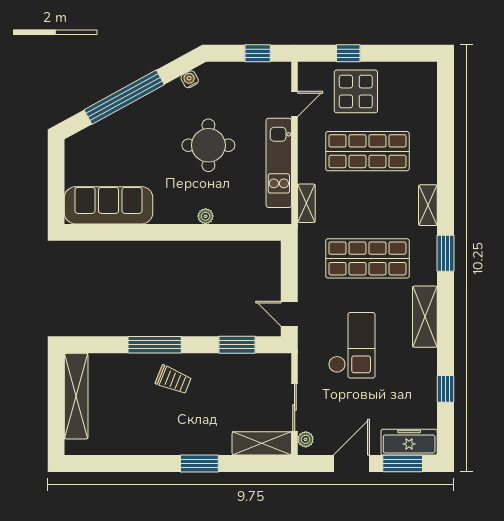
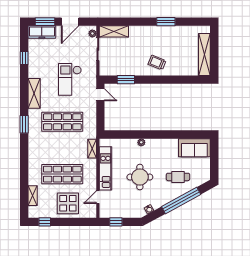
window: (348, 53) -> (45, 222), moved
cafe table: (130, 145) -> (178, 177), added
sofa: (109, 205) -> (194, 148), width x0.73
shelving: (428, 205) -> (33, 196), moved
window: (155, 345) -> (166, 80), removed
window: (199, 464) -> (166, 22), moved

